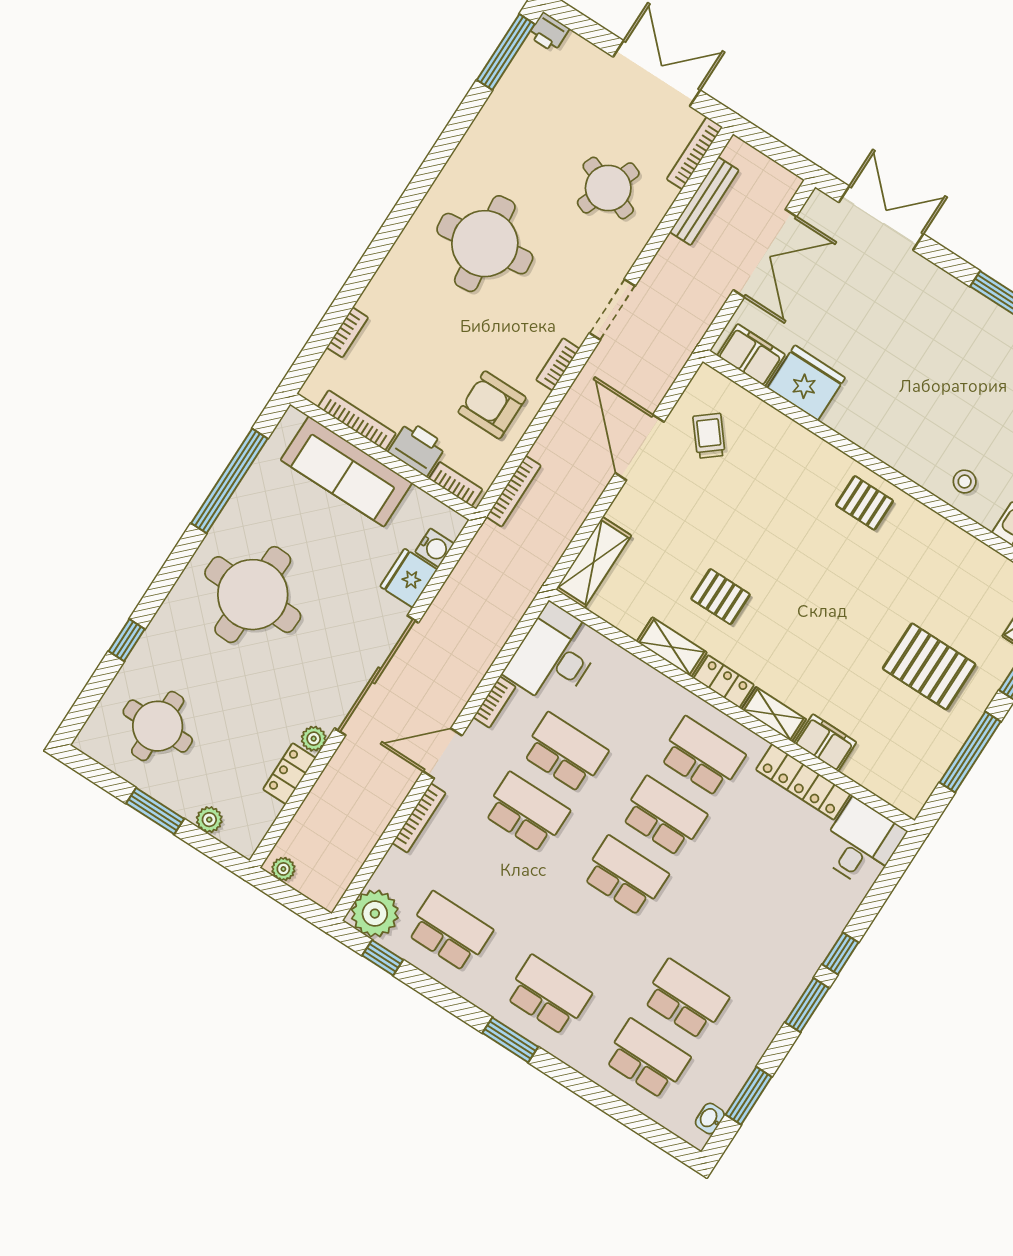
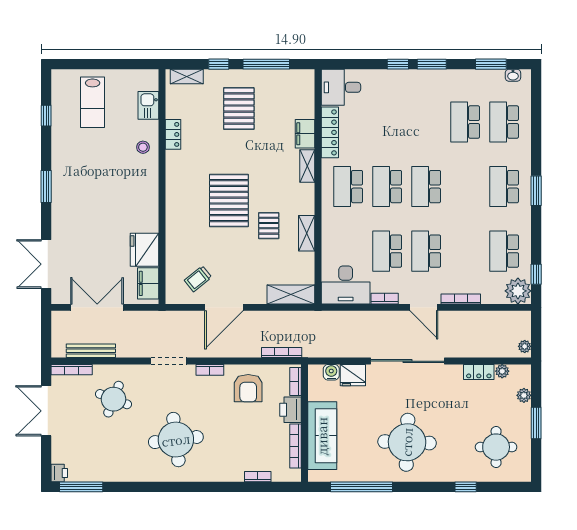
pallet: (864, 503) -> (229, 201), moved, width x2.05, depth x2.00
locker: (724, 681) -> (173, 134), moved, turned 180
plant: (314, 739) -> (502, 371), moved

